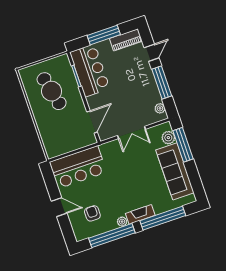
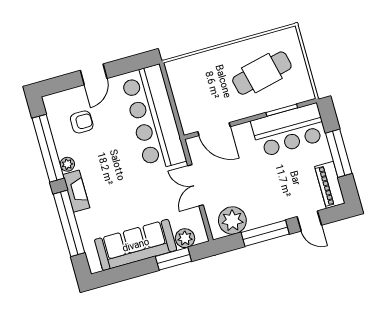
plant: (160, 108) -> (232, 220), width x1.88, depth x1.88
window: (183, 145) -> (173, 259), width x0.69
bar counter: (78, 167) -> (153, 118), width x1.36

